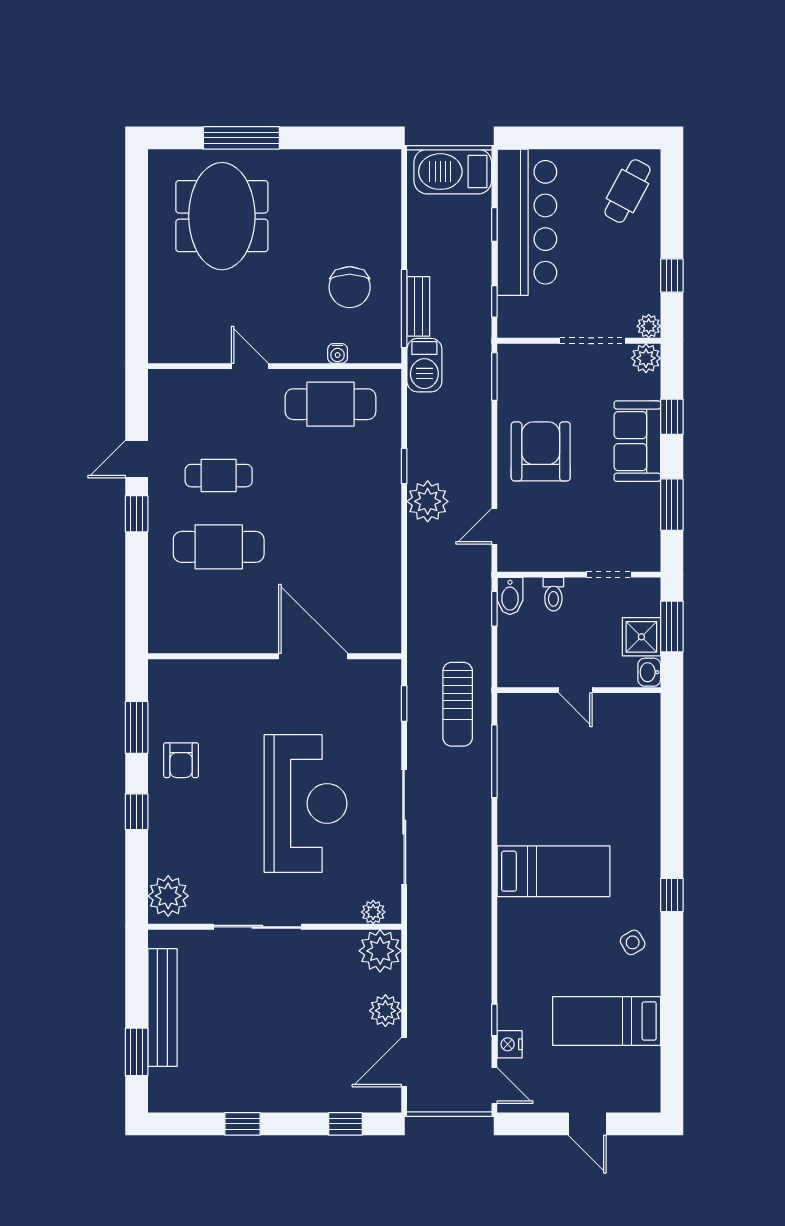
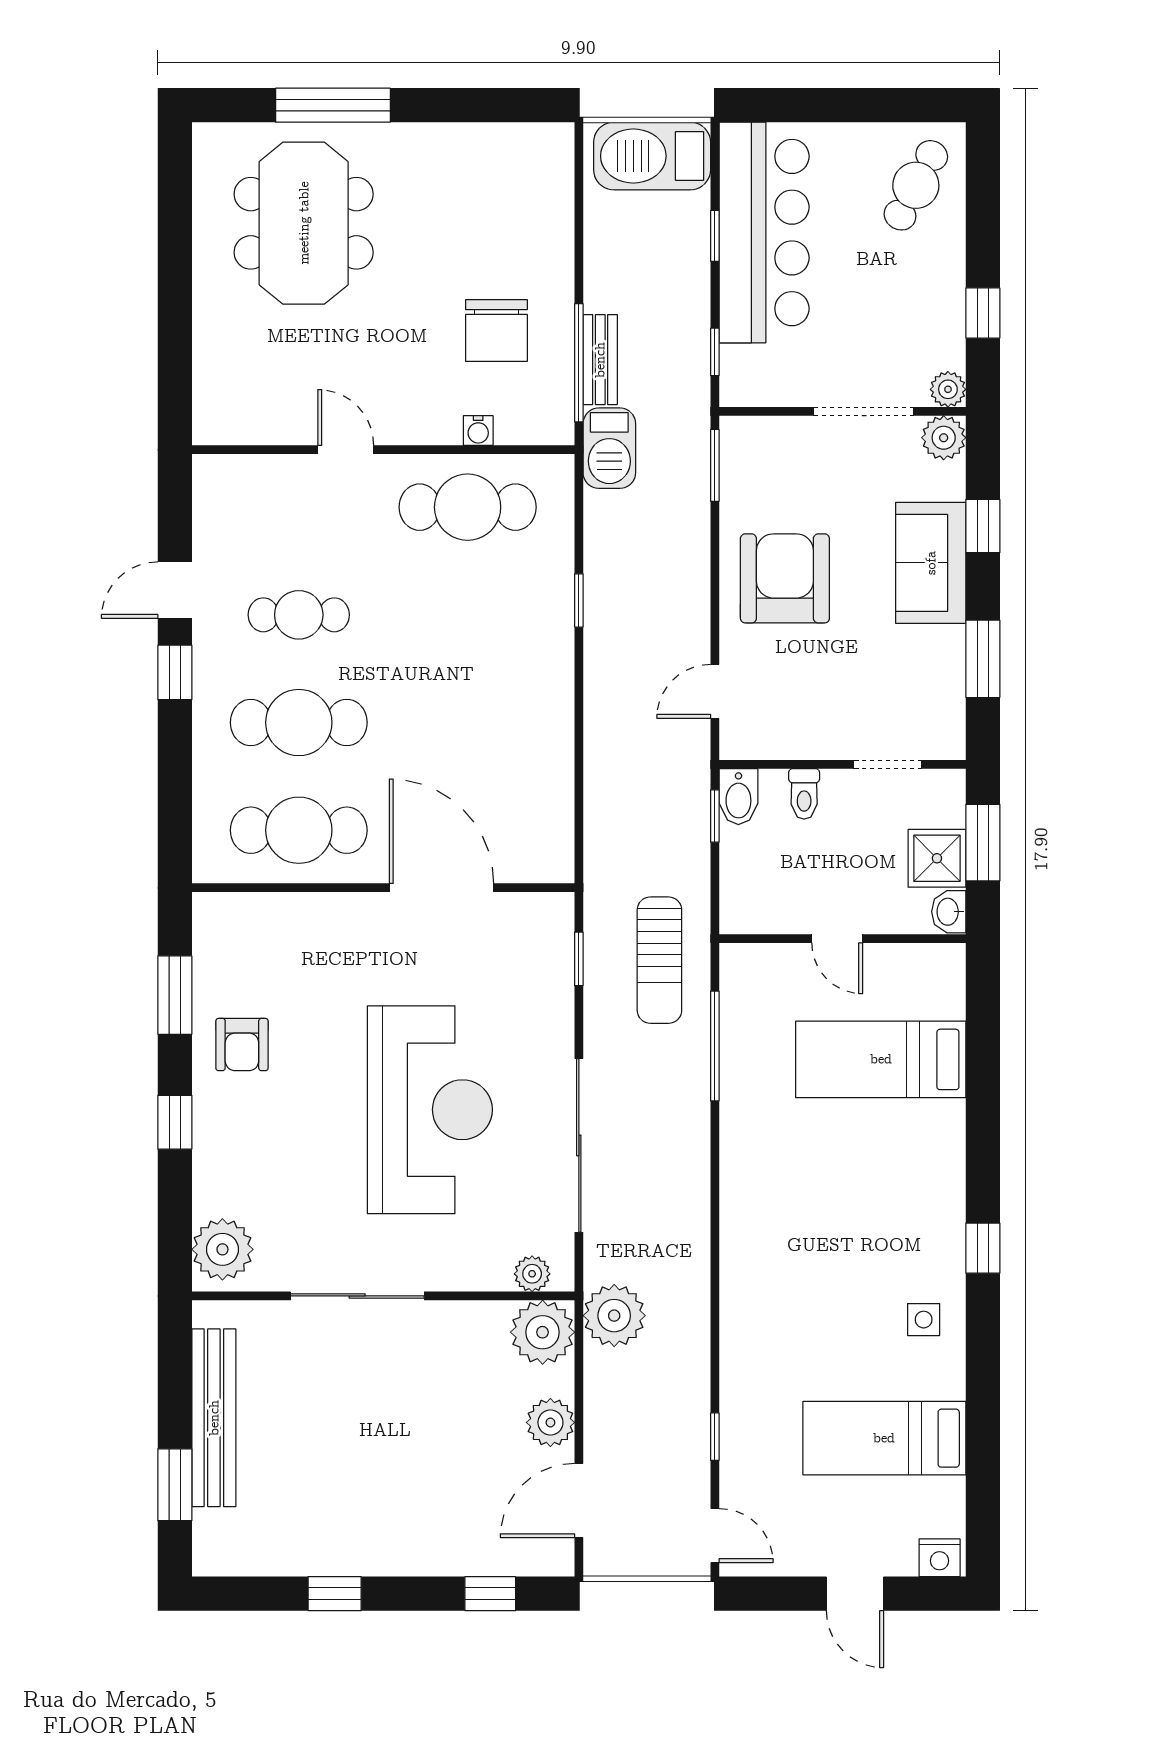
plant: (428, 501) -> (614, 1316), moved
cafe table: (219, 618) -> (299, 830), added
bed: (553, 871) -> (881, 1059), moved, turned 180
side table: (633, 942) -> (924, 1320), turned 31
nightstand: (510, 1044) -> (940, 1558), moved, turned -90

